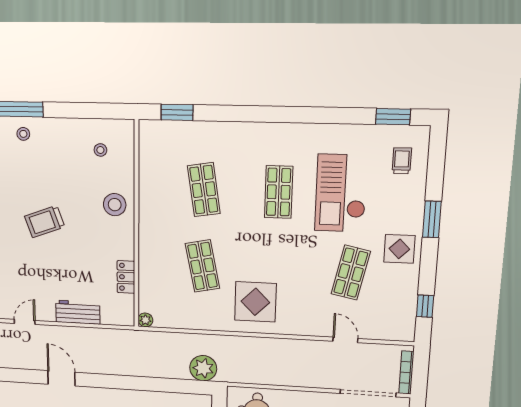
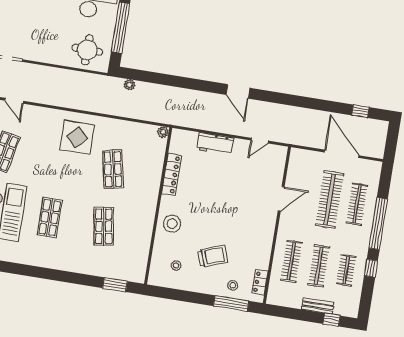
trolley: (45, 222) -> (213, 256), moved
locker: (126, 277) -> (171, 174), width x1.53
plant: (203, 368) -> (129, 85), width x0.53, depth x0.53

